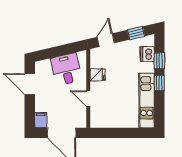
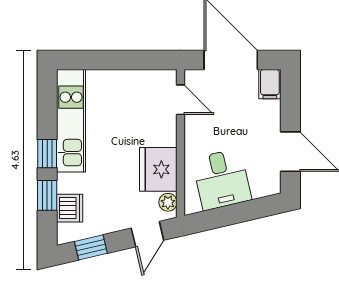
plant: (95, 57) -> (168, 202), added
fridge: (98, 75) -> (158, 169), width x1.88, depth x1.34
door: (88, 99) -> (181, 100), moved

